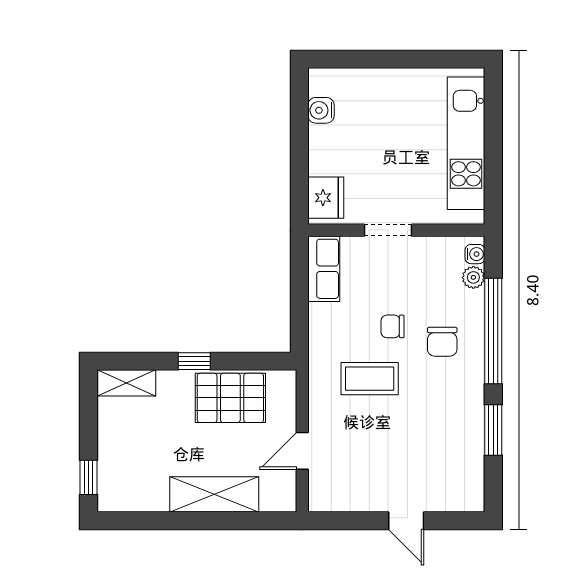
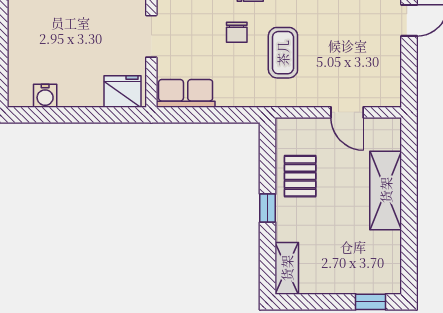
pallet: (230, 398) -> (300, 176), width x0.67, depth x0.71

